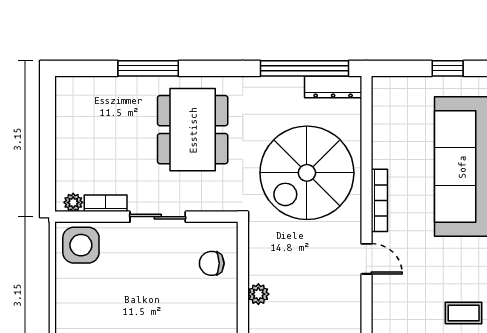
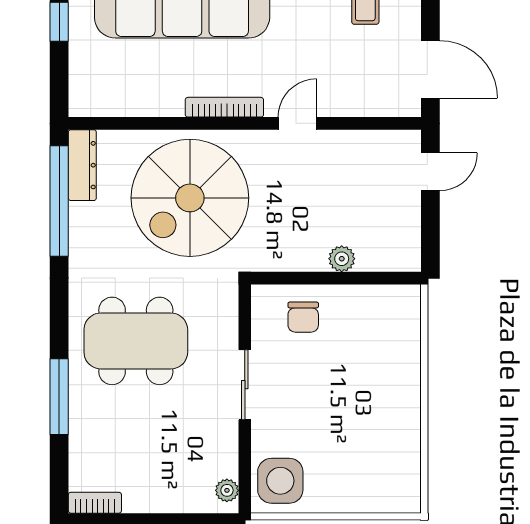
spiral stairs: (307, 173) -> (190, 198), turned 90
bookcase: (106, 203) -> (95, 503), moved, turned 90

